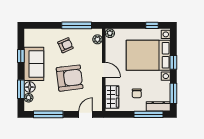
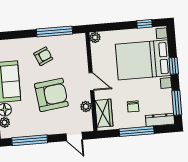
plant: (97, 39) -> (86, 107), moved
door: (86, 114) -> (74, 137), swing flipped
window: (149, 114) -> (137, 131), moved

